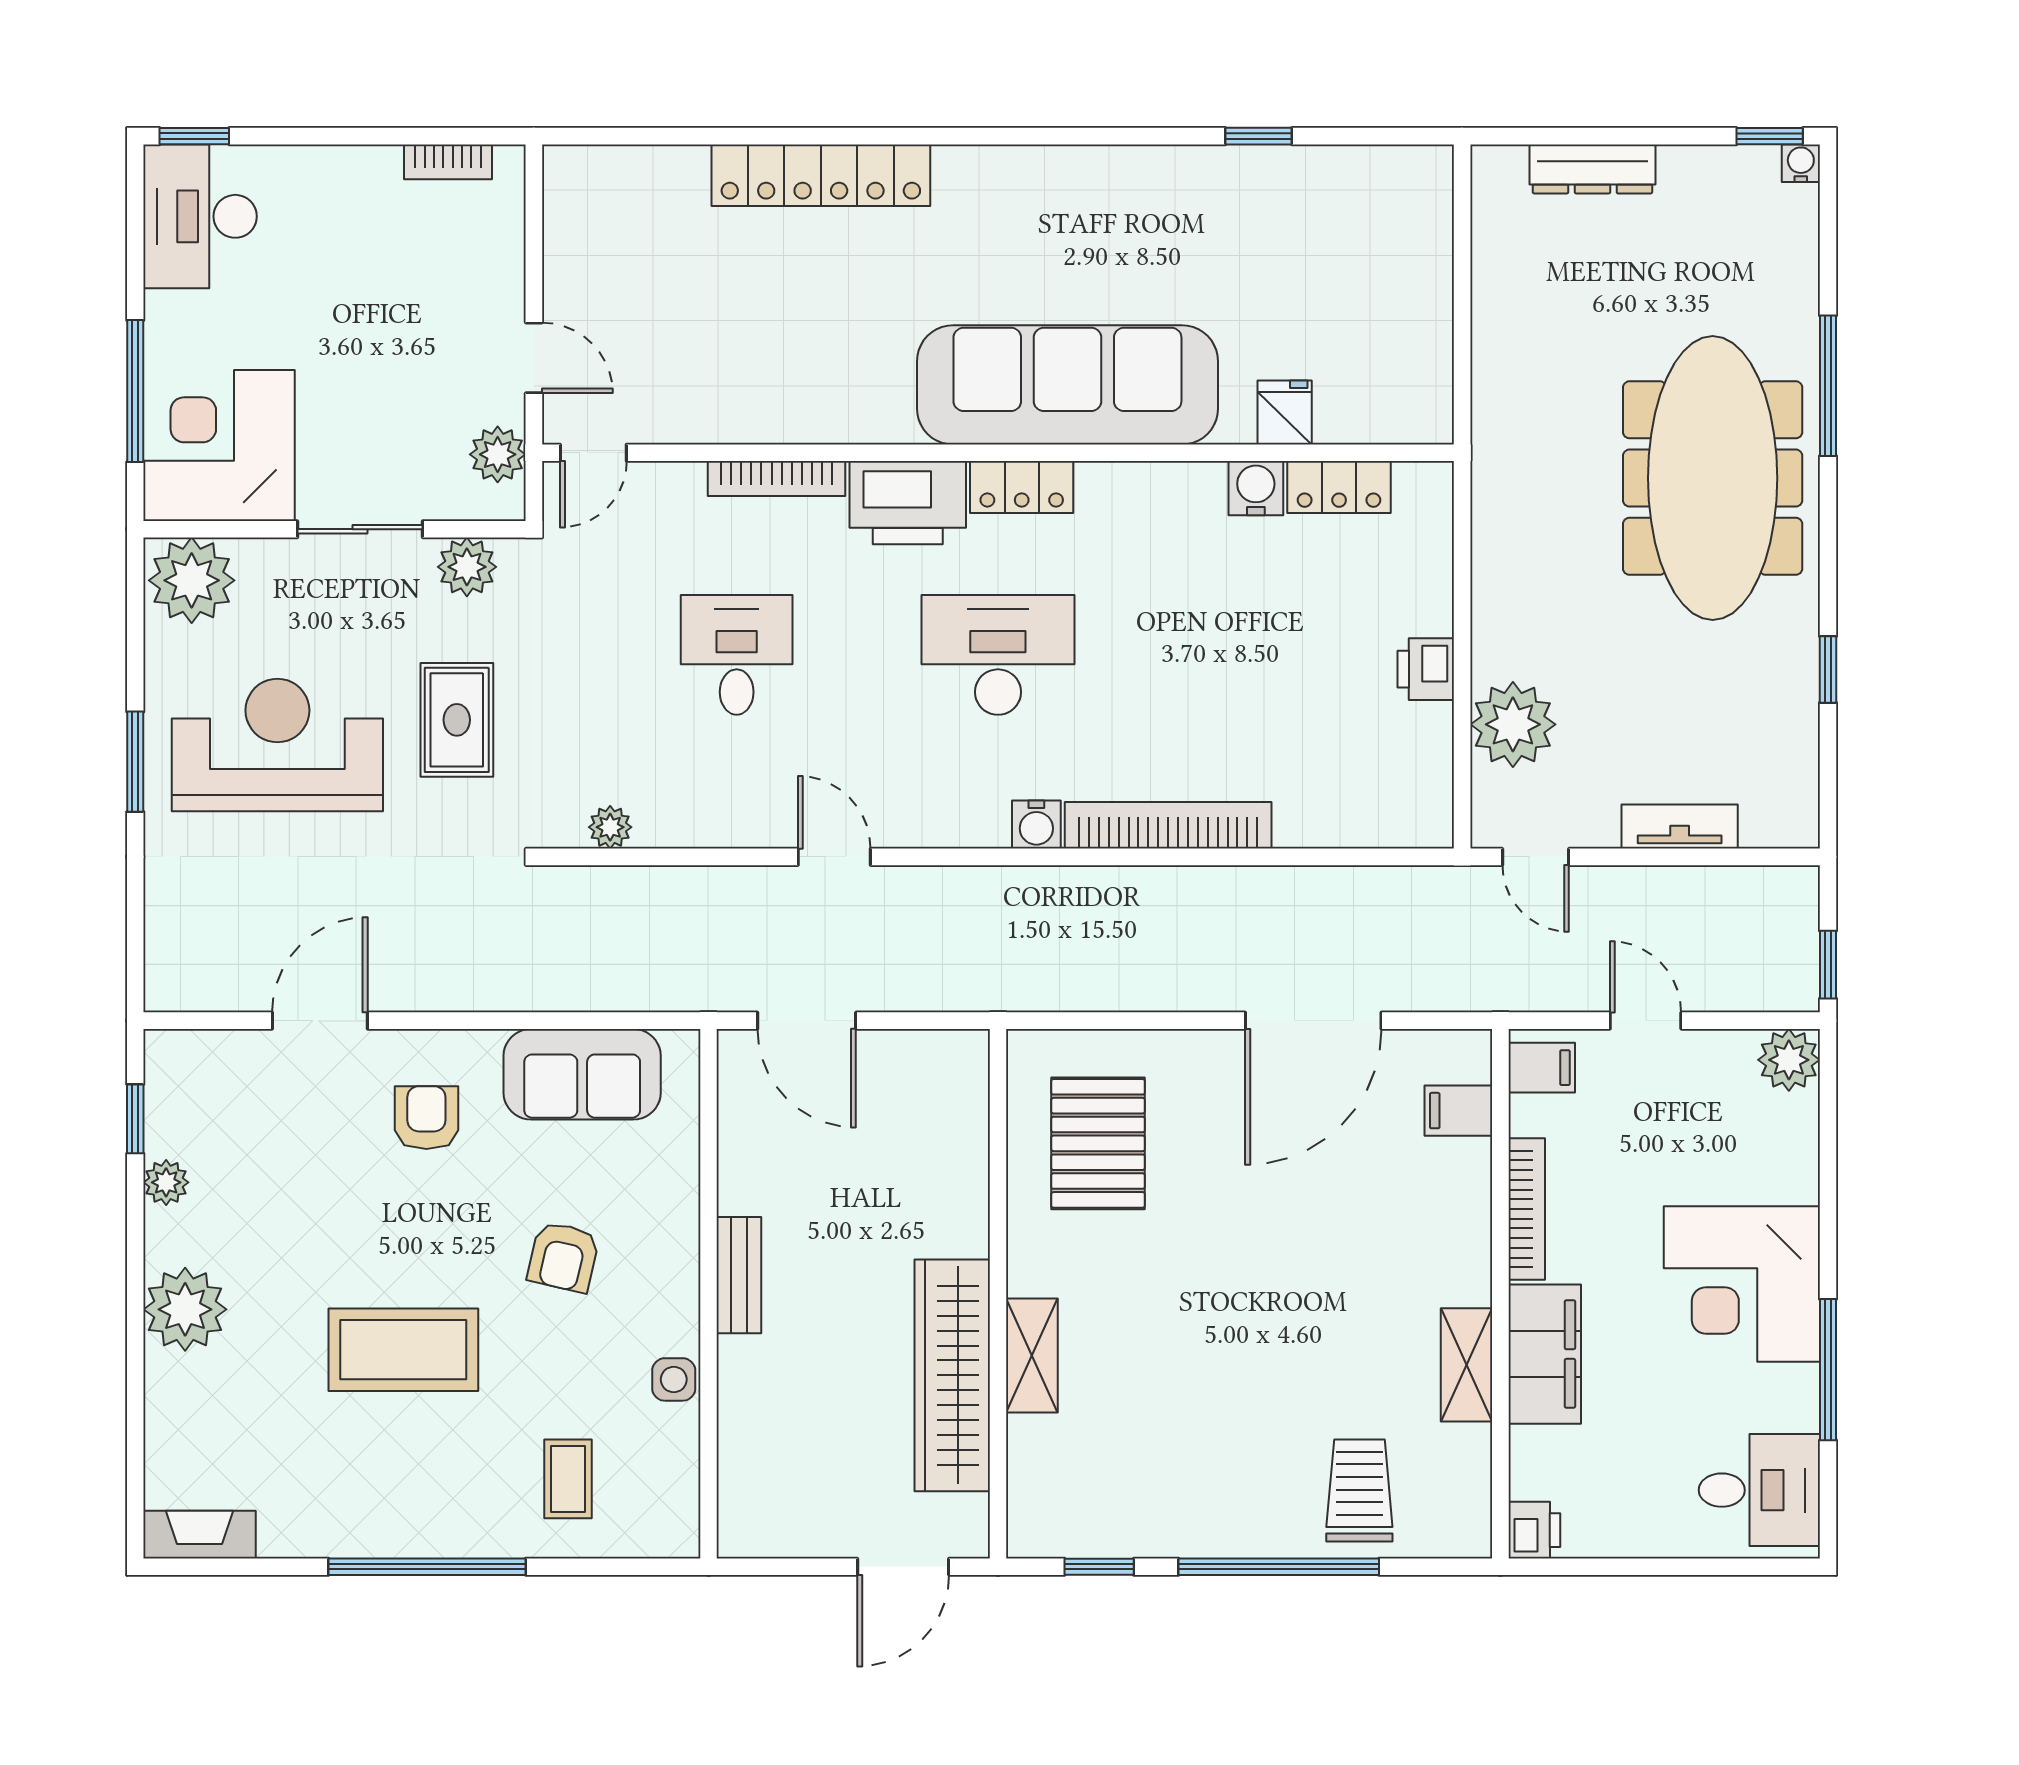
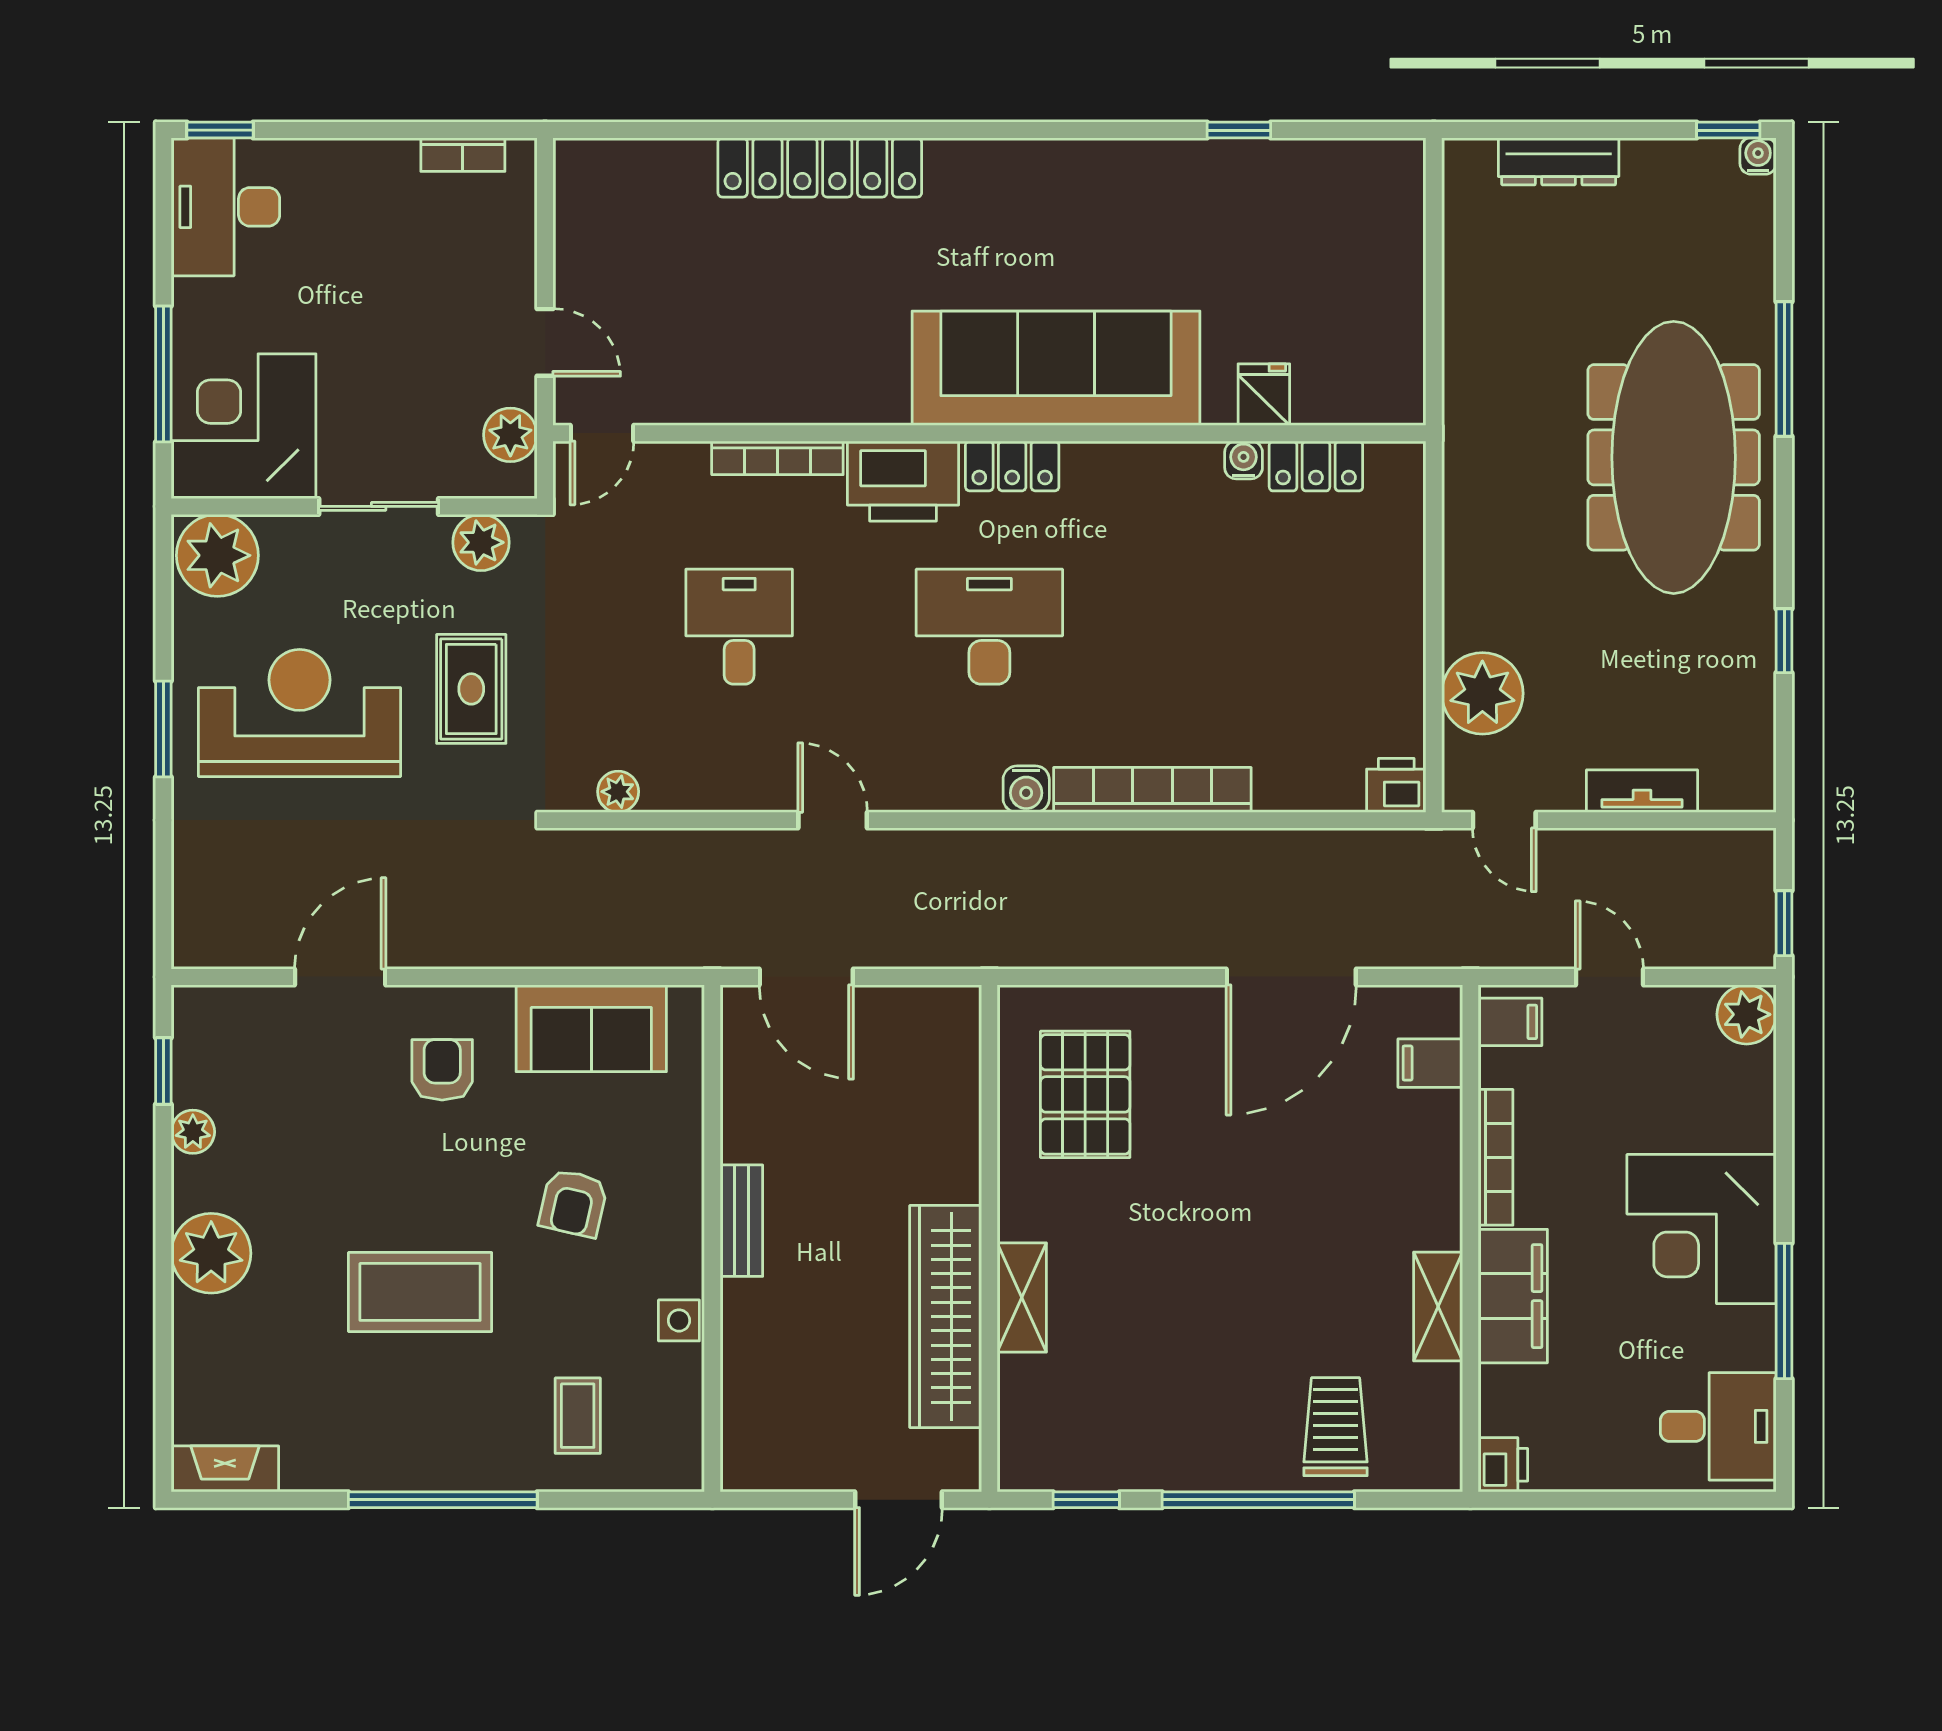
water cooler: (1256, 488) -> (1244, 460), width x0.72, depth x0.72
printer: (1426, 669) -> (1396, 785), moved, turned 90

